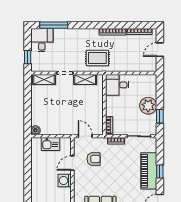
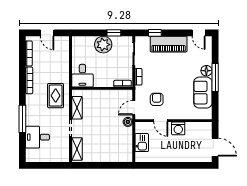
window: (54, 25) -> (22, 119), moved
desk: (42, 40) -> (38, 137), moved
window: (28, 57) -> (55, 165), removed
boiler: (35, 130) -> (128, 122), moved
window: (160, 171) -> (155, 33), moved

